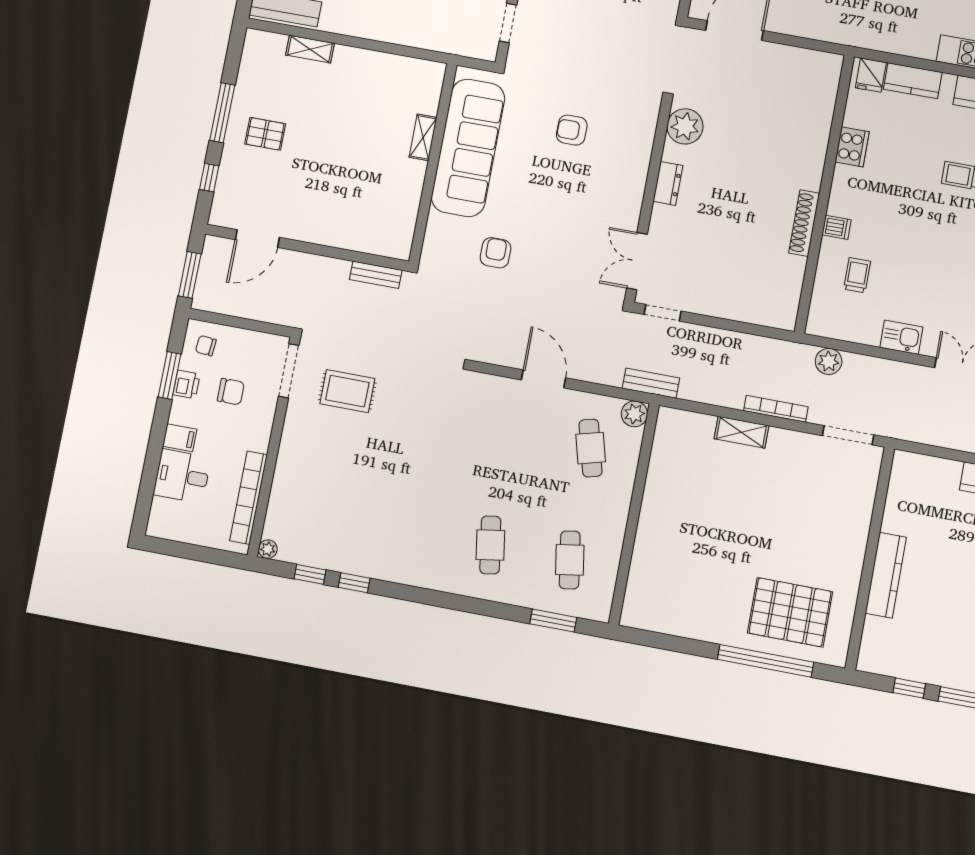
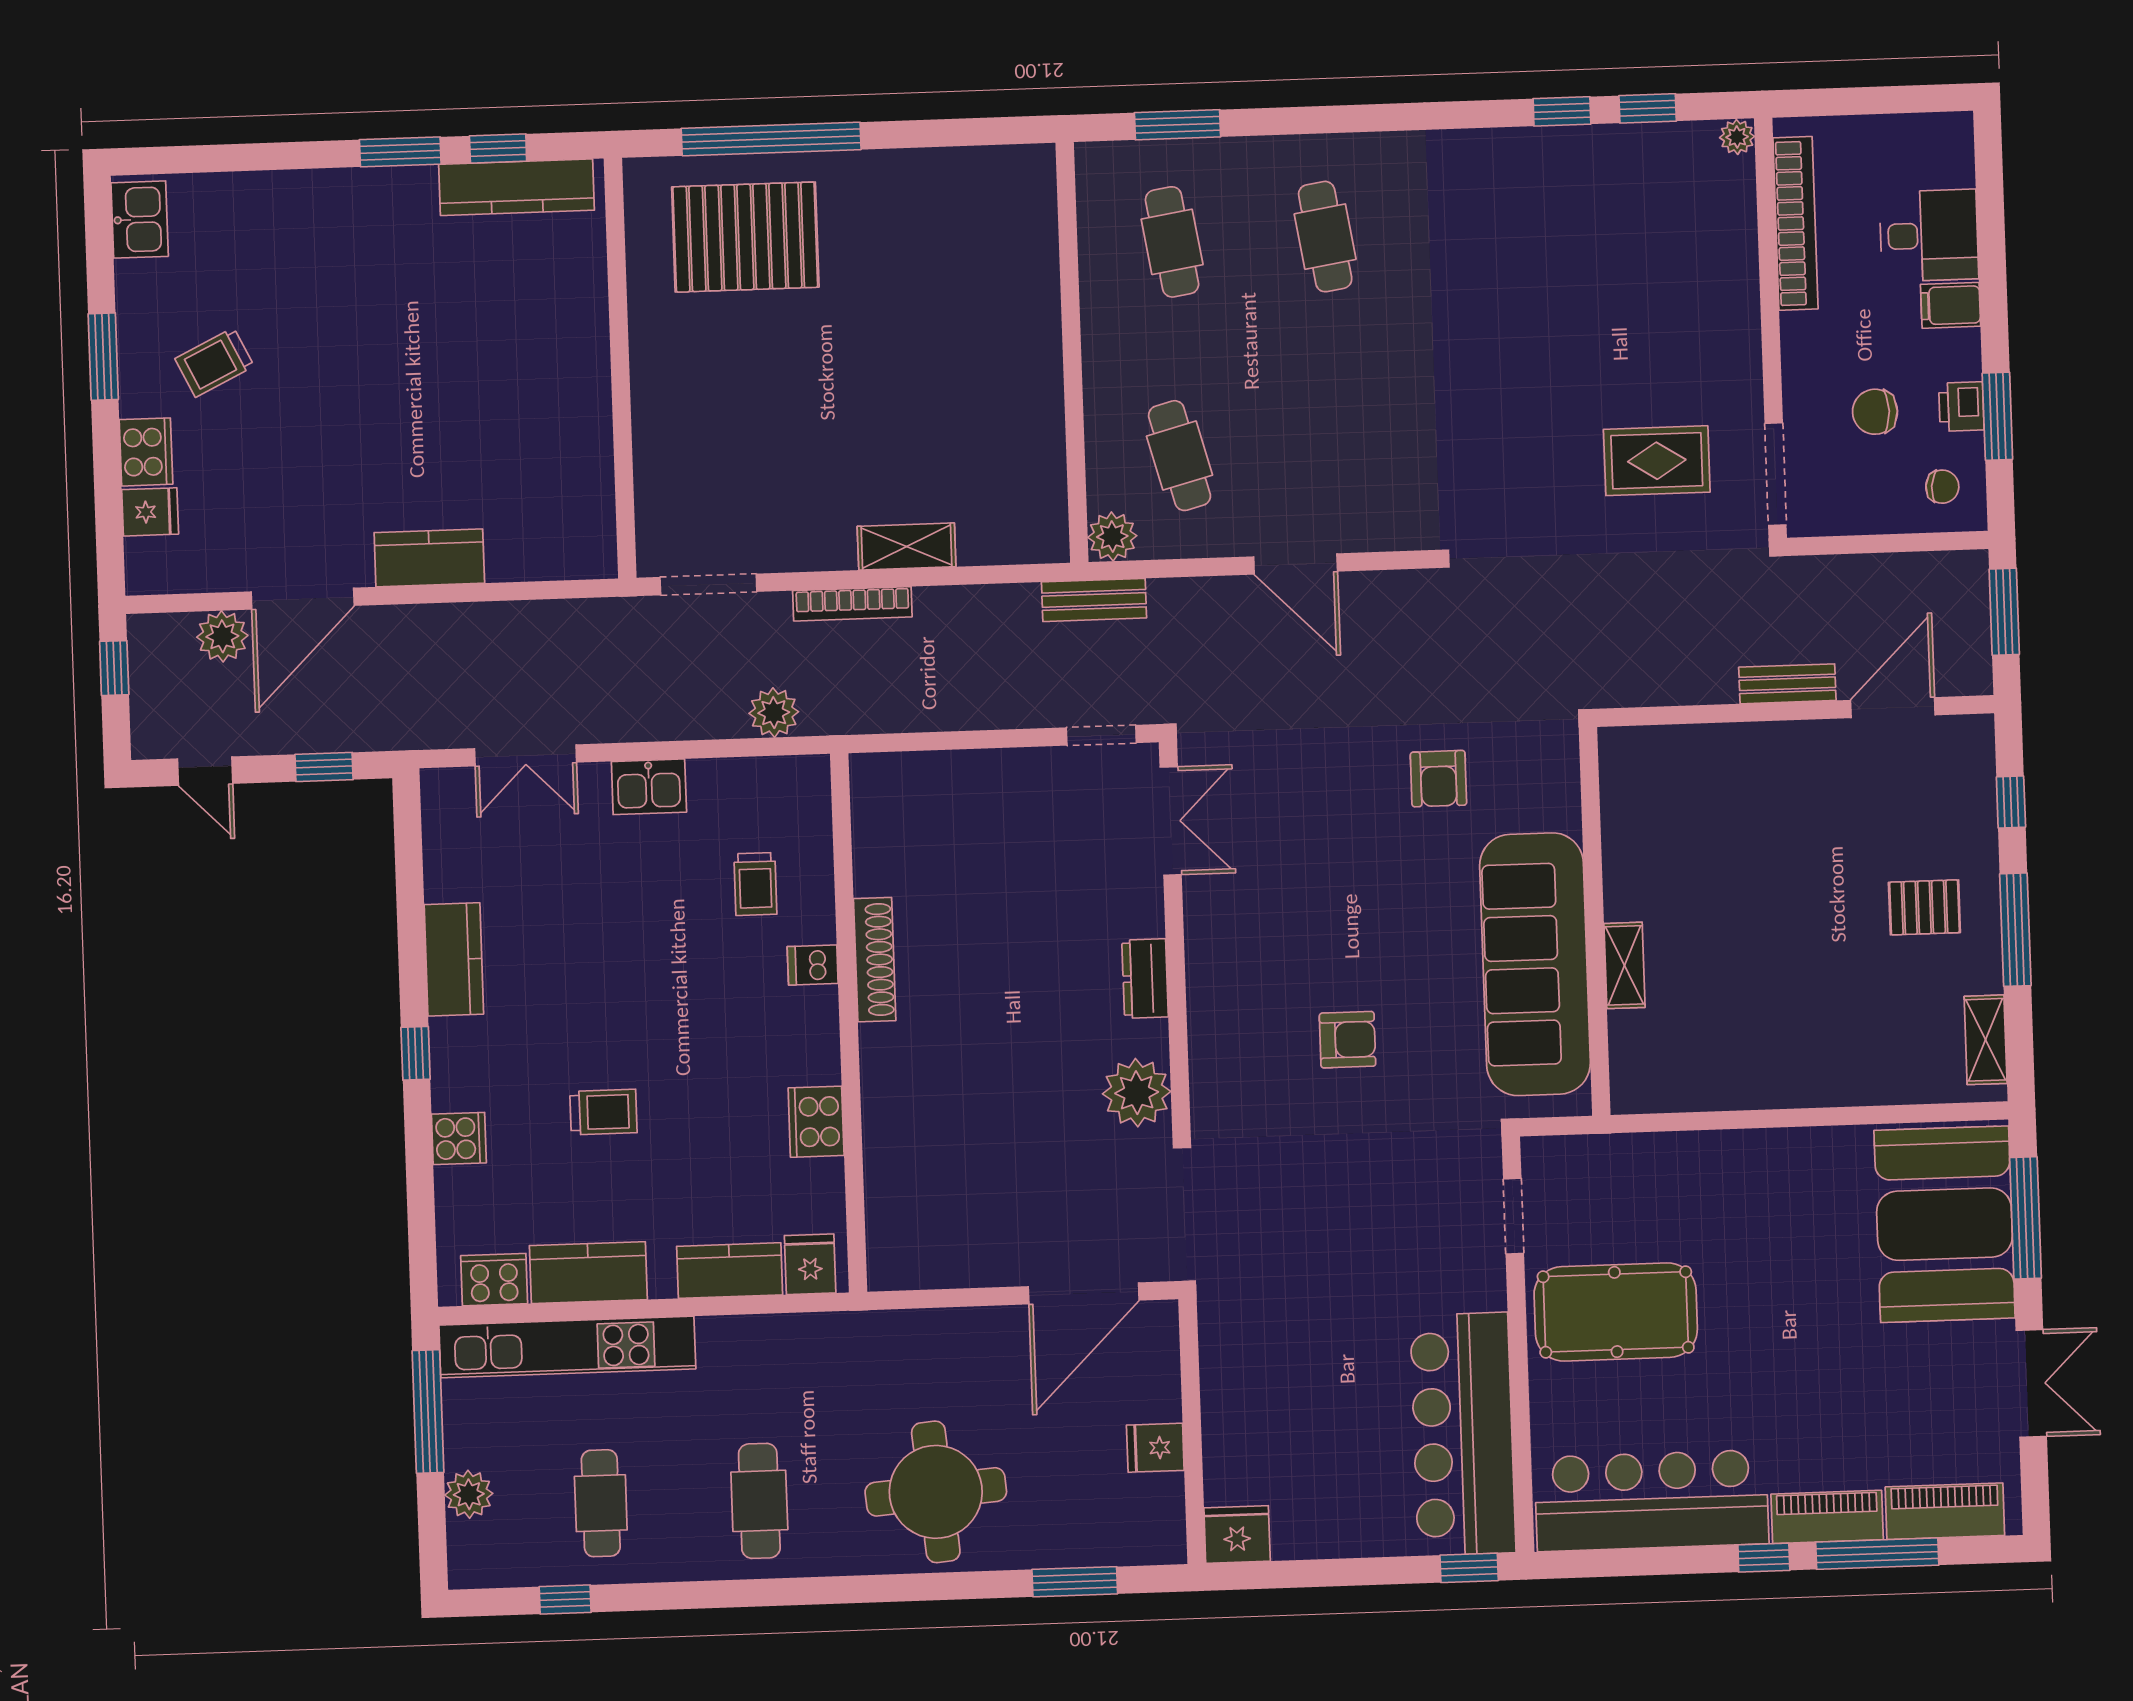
shelving: (310, 49) -> (1986, 1040), moved, turned 90
bench: (376, 275) -> (1787, 684), moved
kitchen counter: (886, 575) -> (517, 187), moved, turned -90

